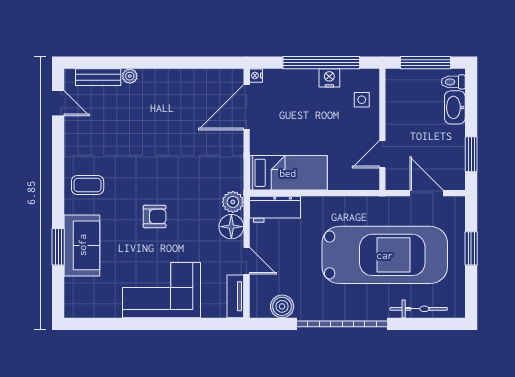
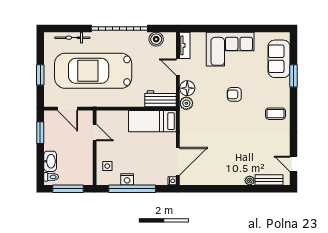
door: (382, 154) -> (95, 132), hinge flipped
sofa: (82, 245) -> (279, 59), moved

